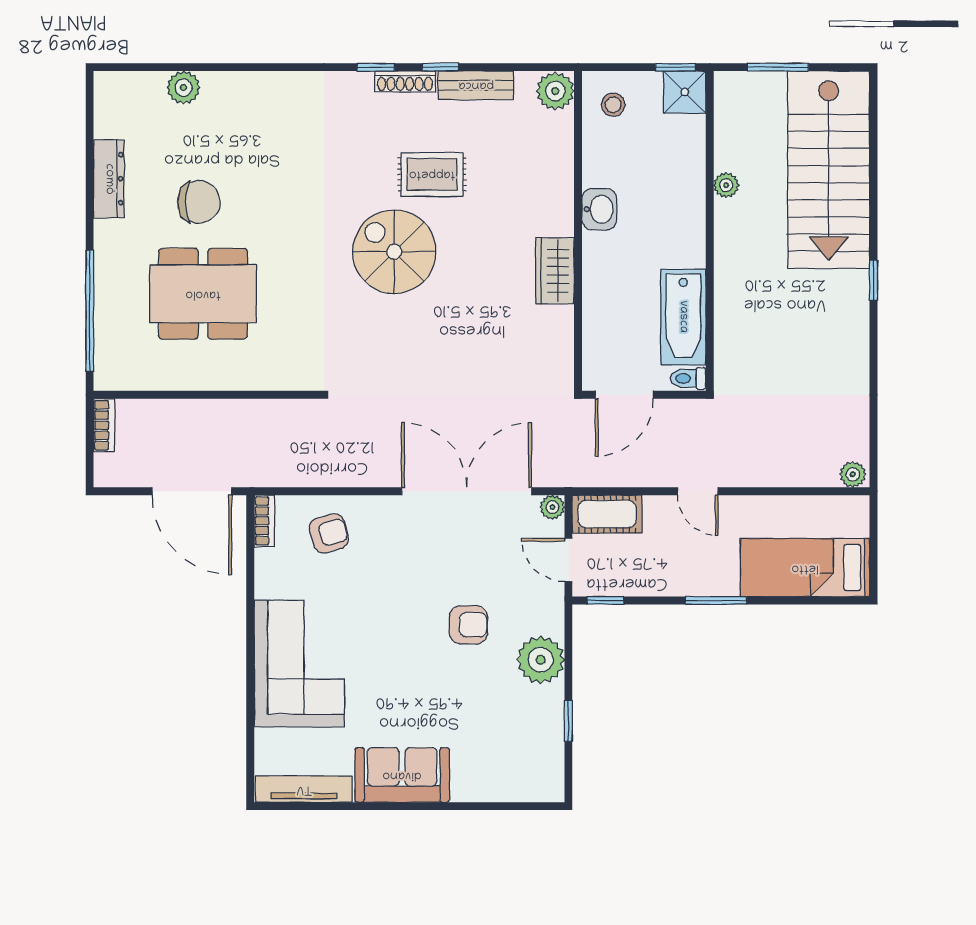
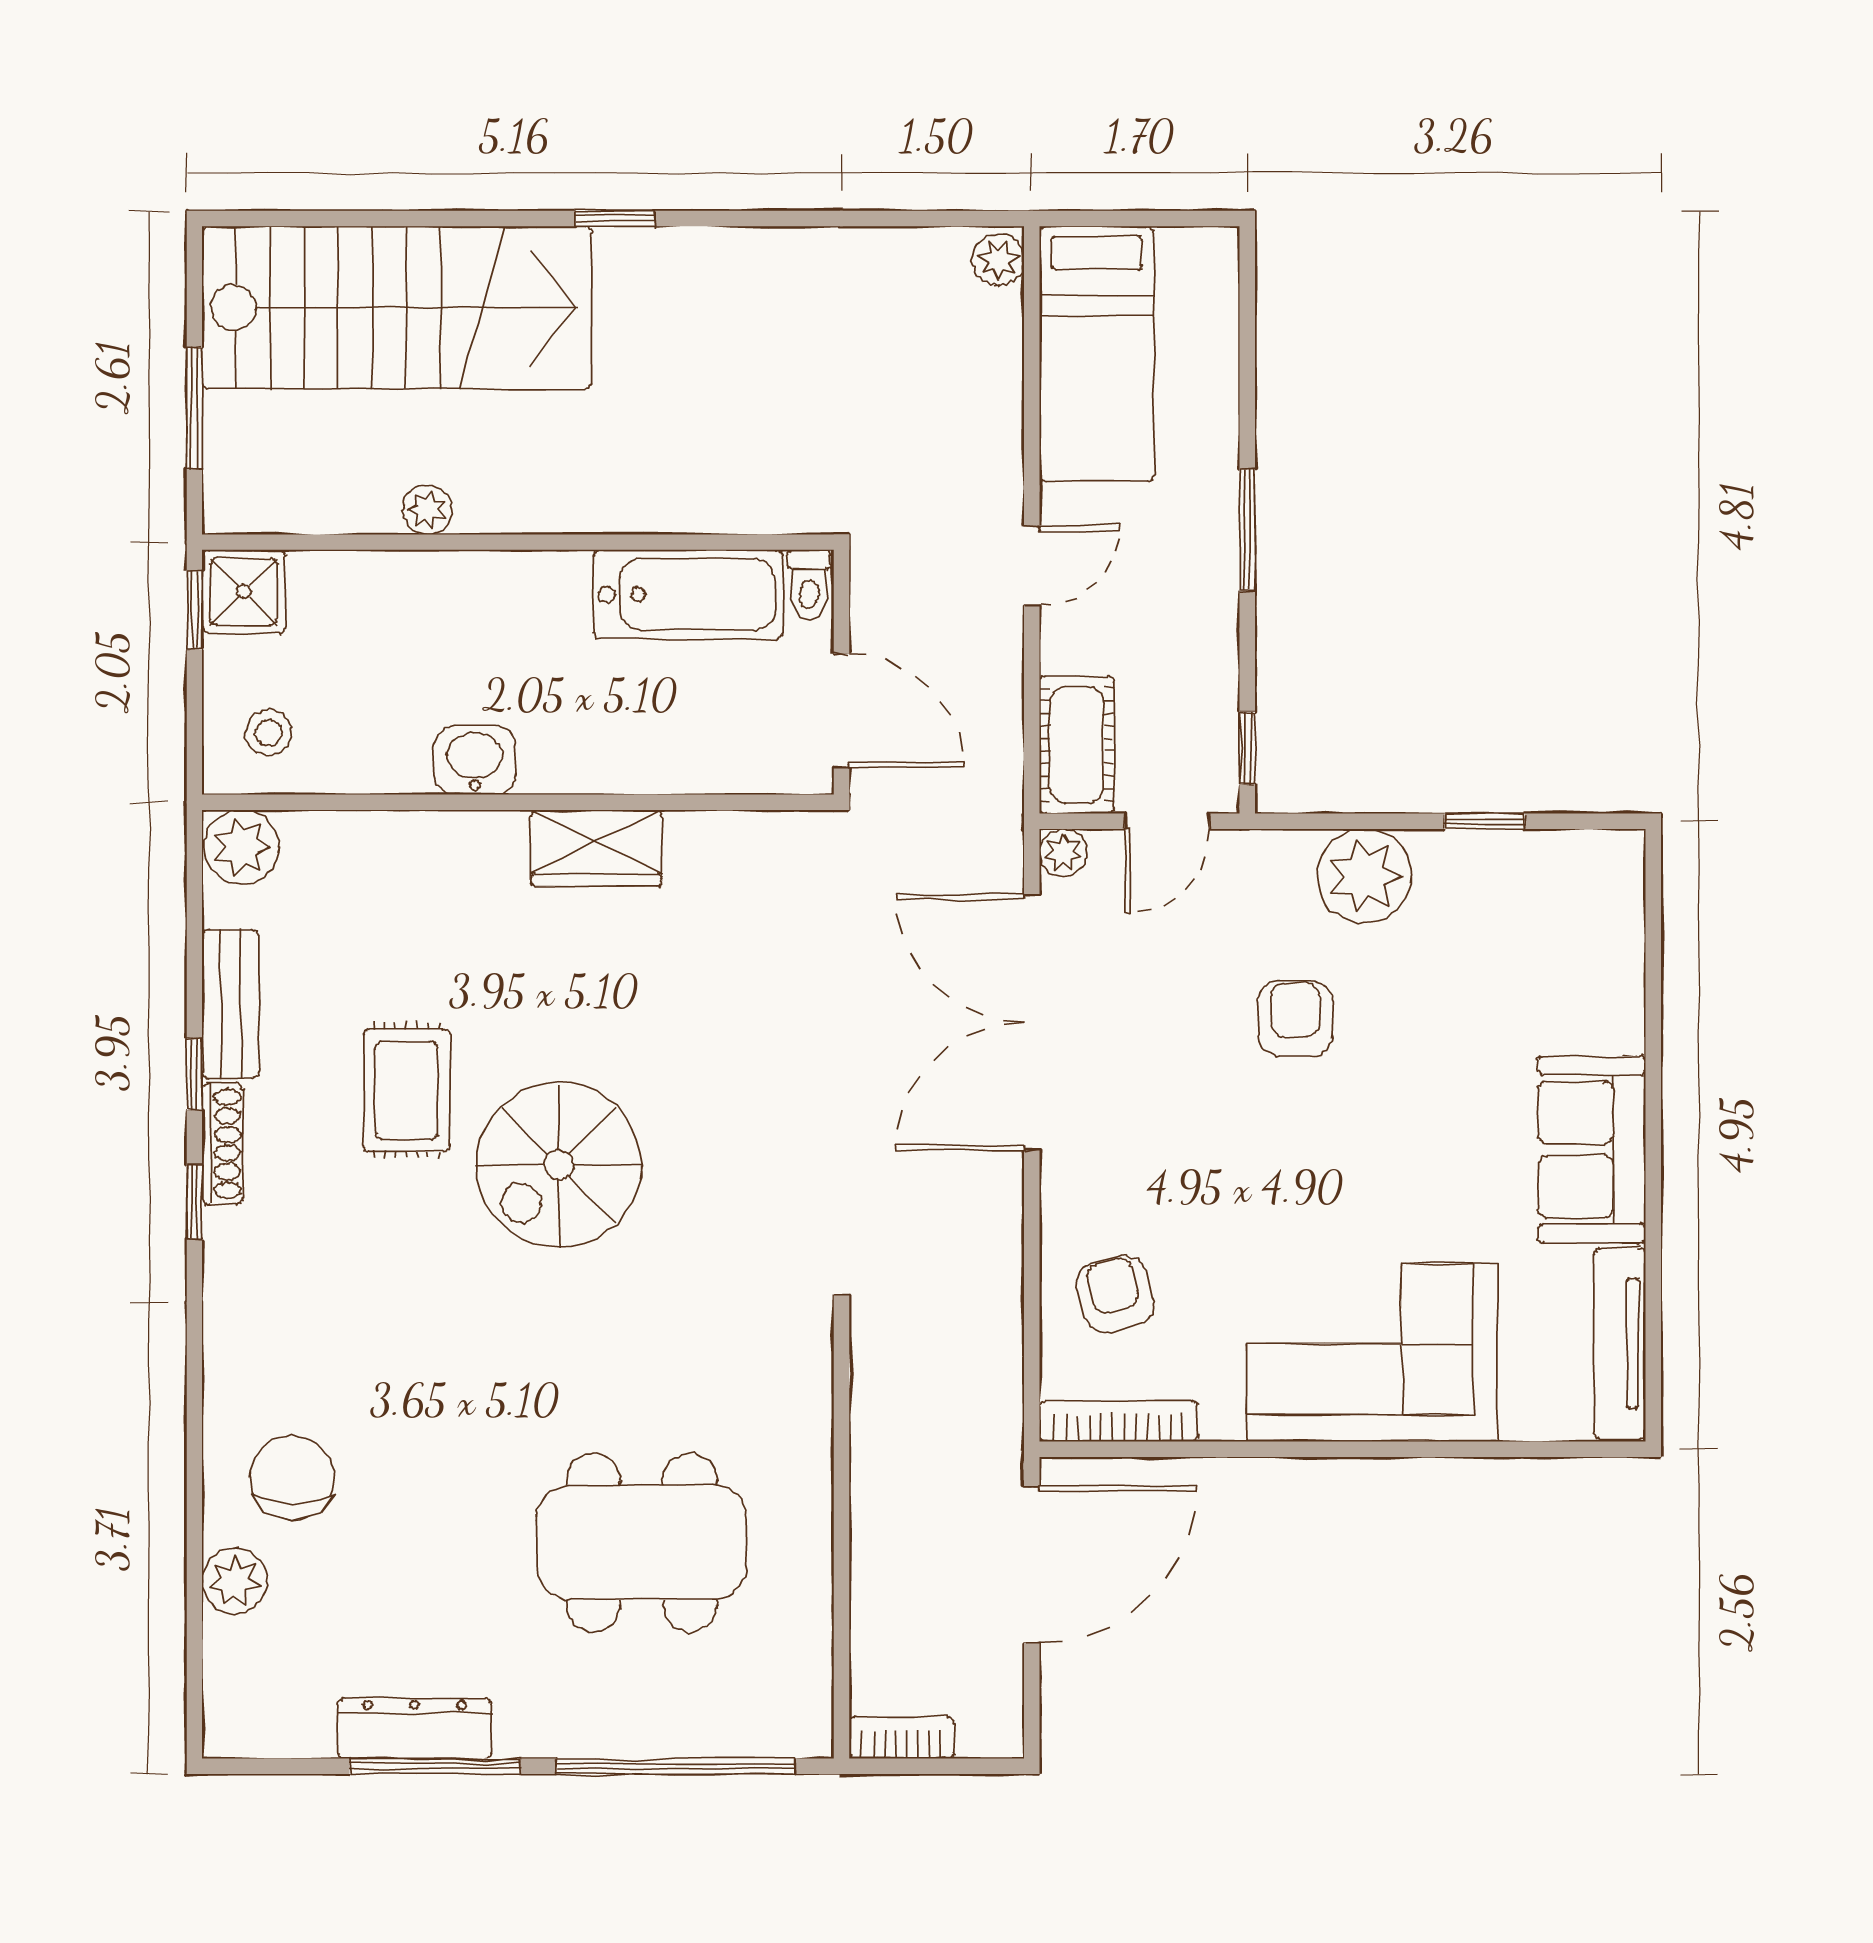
window: (90, 189) -> (435, 1766), added
chair: (199, 202) -> (292, 1478), moved
dining table: (203, 294) -> (642, 1543), turned 90
bookcase: (264, 521) -> (1119, 1421), width x1.56
bed: (805, 568) -> (1097, 354), moved

